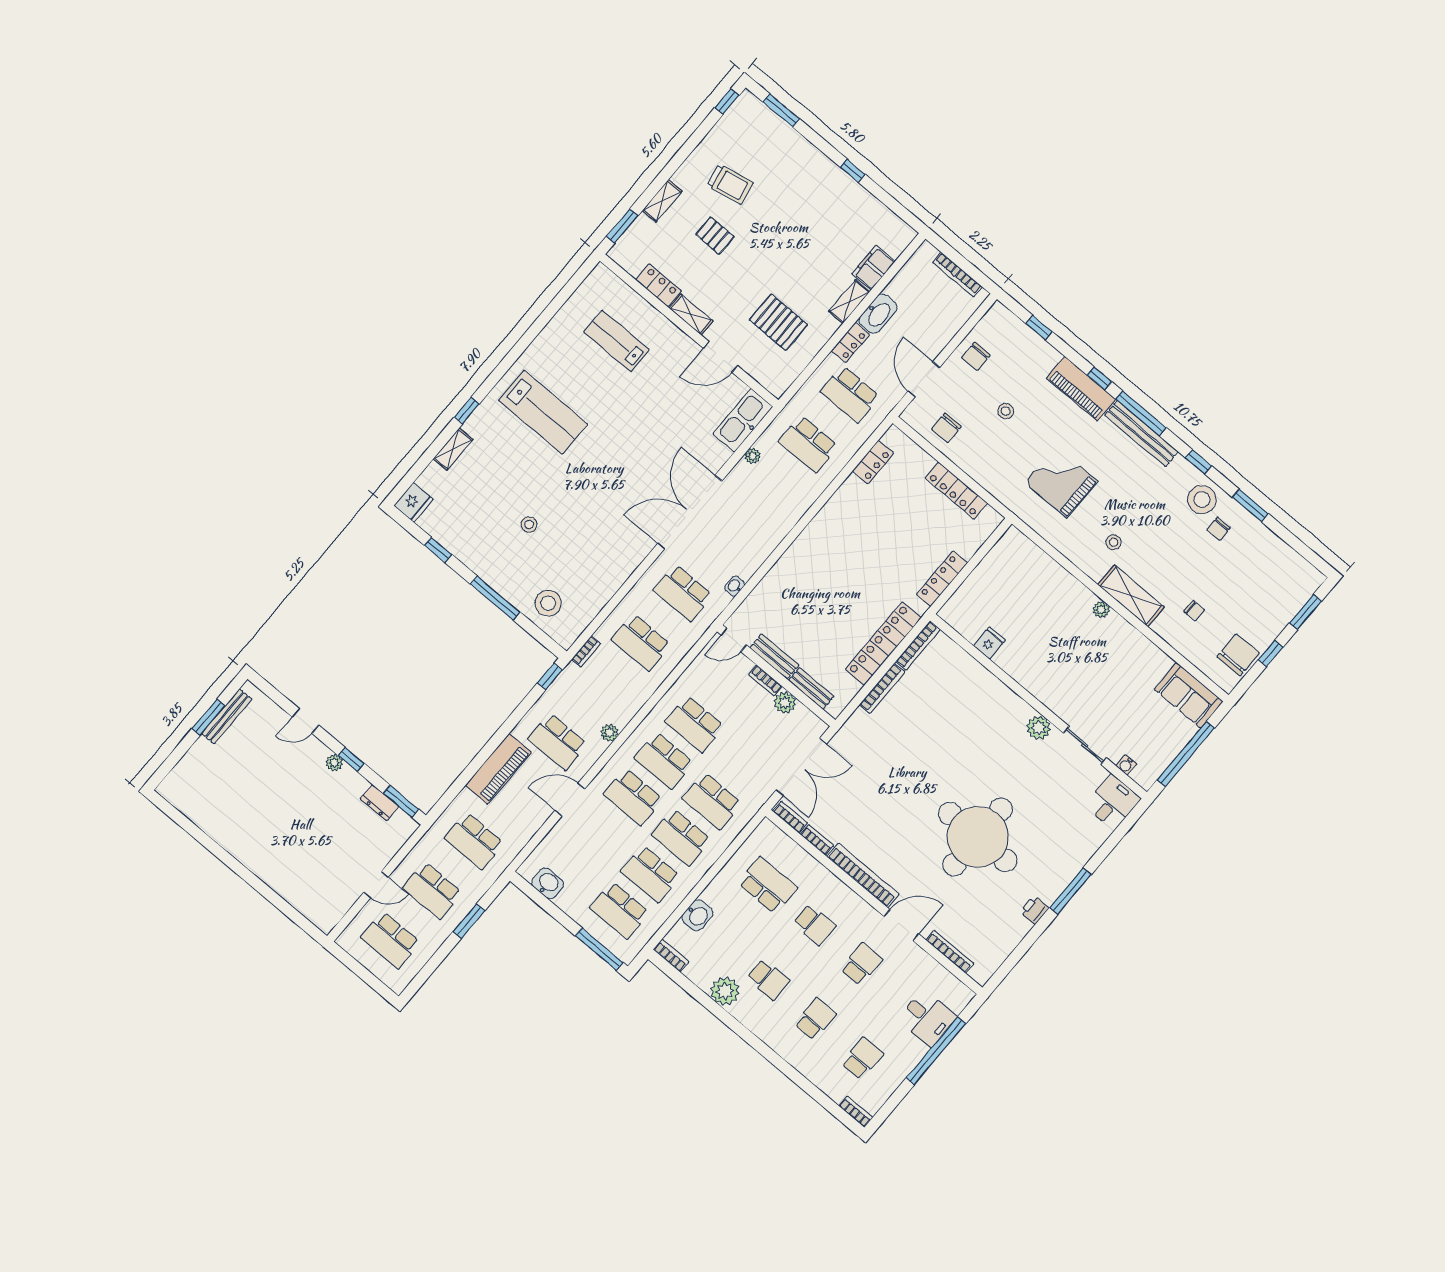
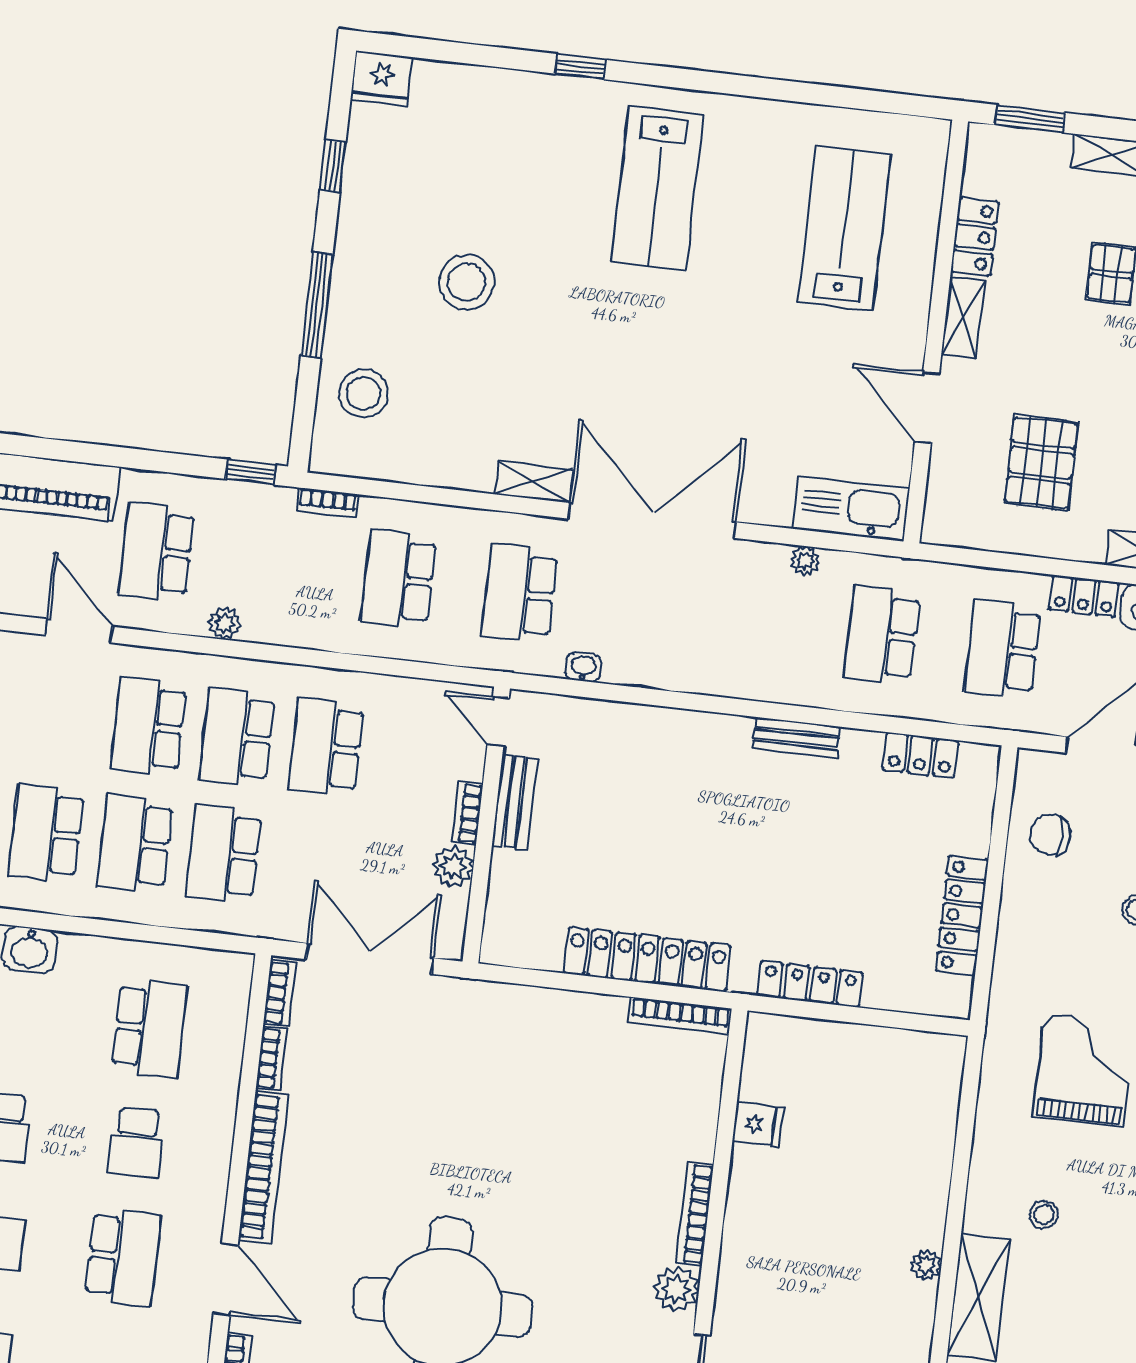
lab bench: (617, 341) -> (844, 229), width x1.36, depth x1.39
shelving: (453, 449) -> (534, 482), moved
stool: (529, 525) -> (467, 282), width x1.89, depth x1.89
bench: (811, 688) -> (796, 738), moved, turned 90
bookcase: (882, 688) -> (695, 1214), moved, turned 90
double door: (801, 767) -> (370, 959), swing flipped
school desk: (861, 964) -> (123, 1257), width x1.85

